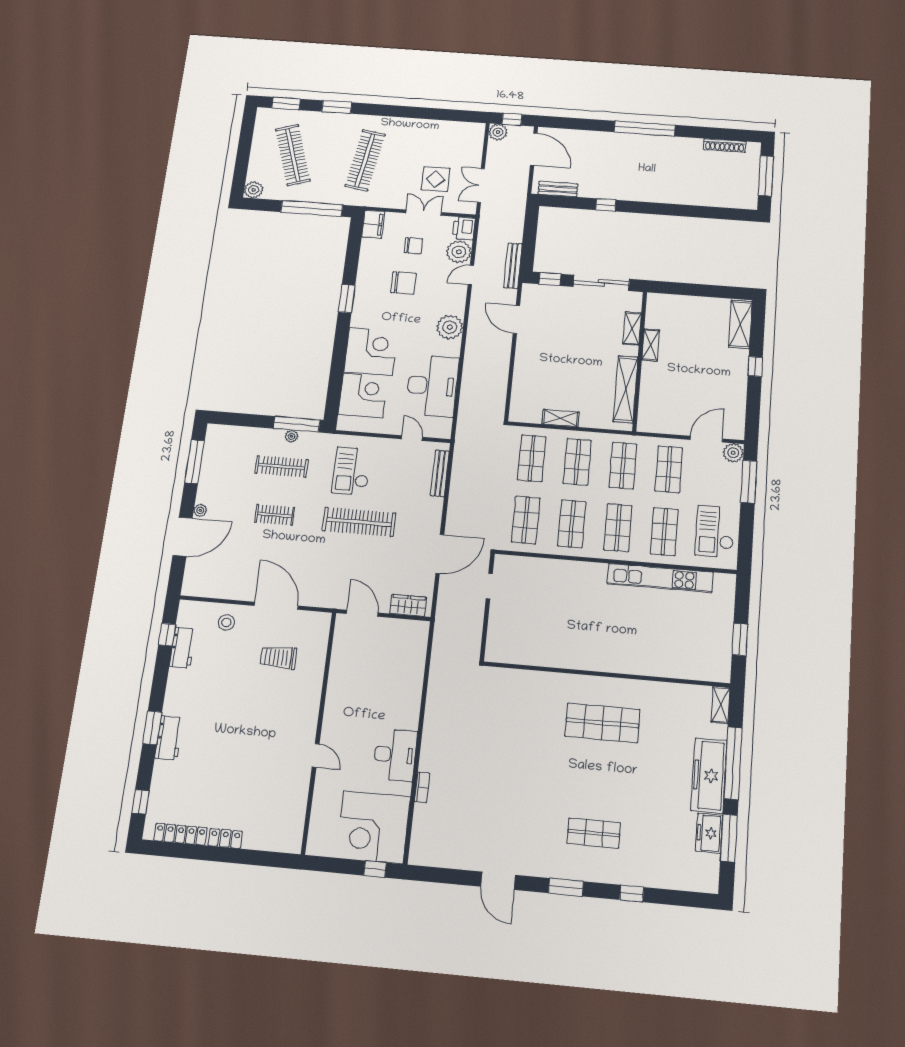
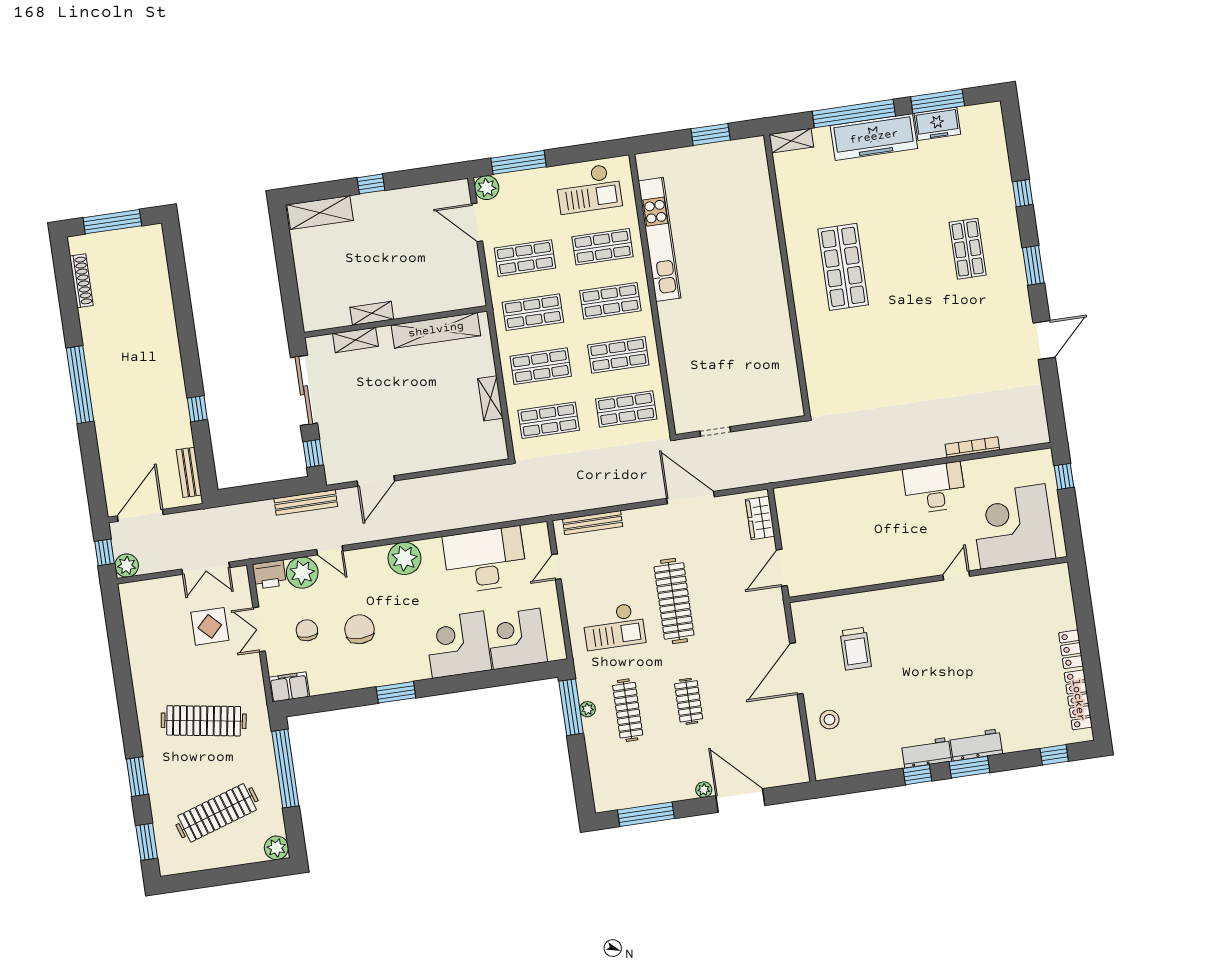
window: (167, 635) -> (917, 775), moved
workbench: (183, 648) -> (927, 753), moved
bookcase: (422, 787) -> (972, 447), width x1.56
corner desk: (373, 827) -> (1013, 526), moved, turned 180

